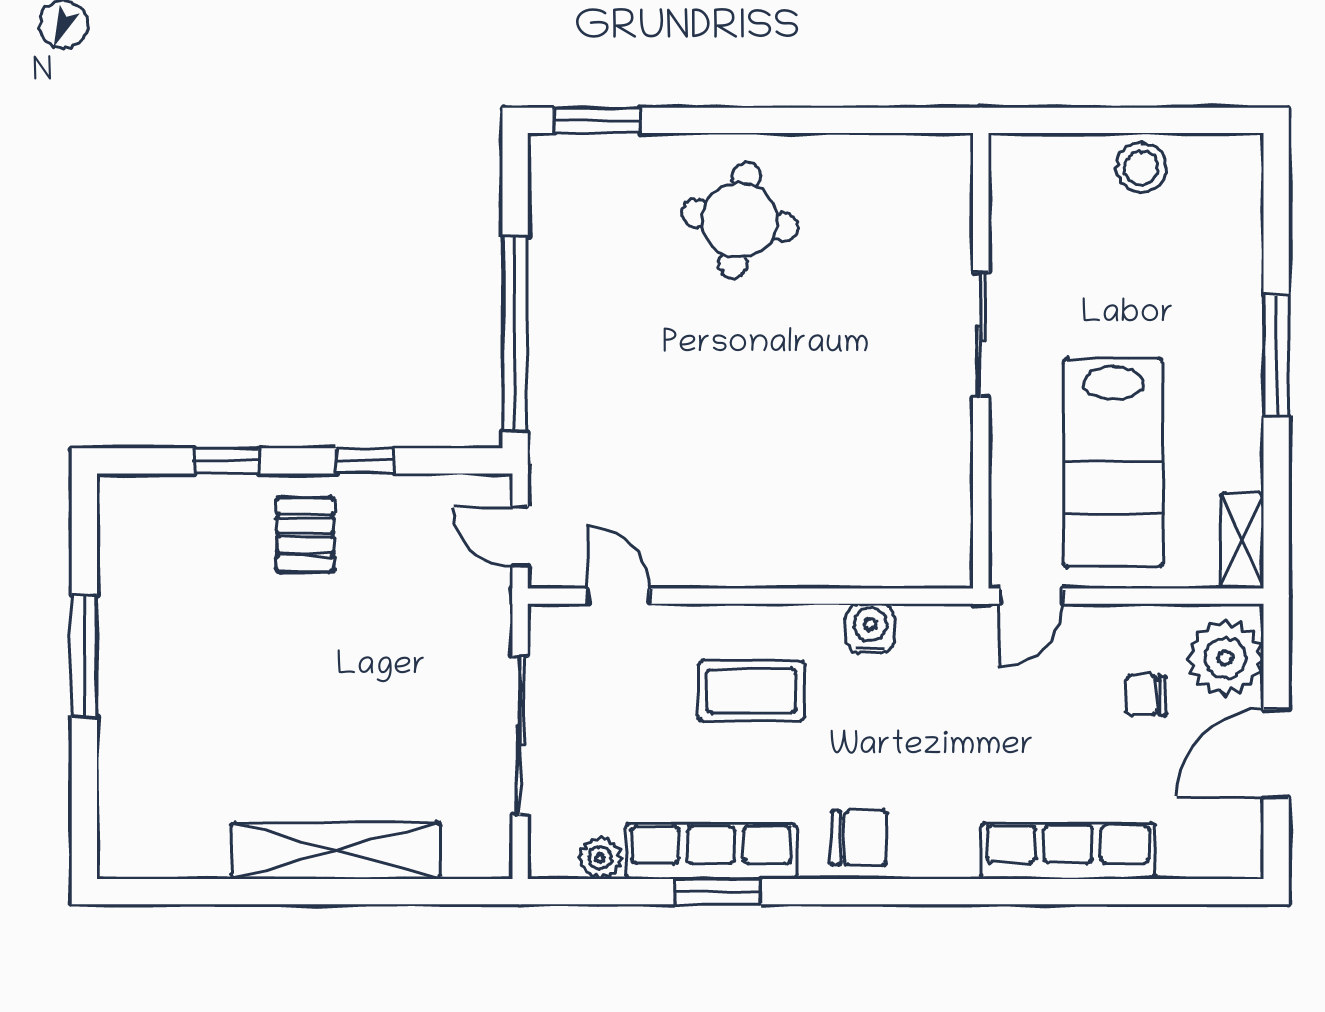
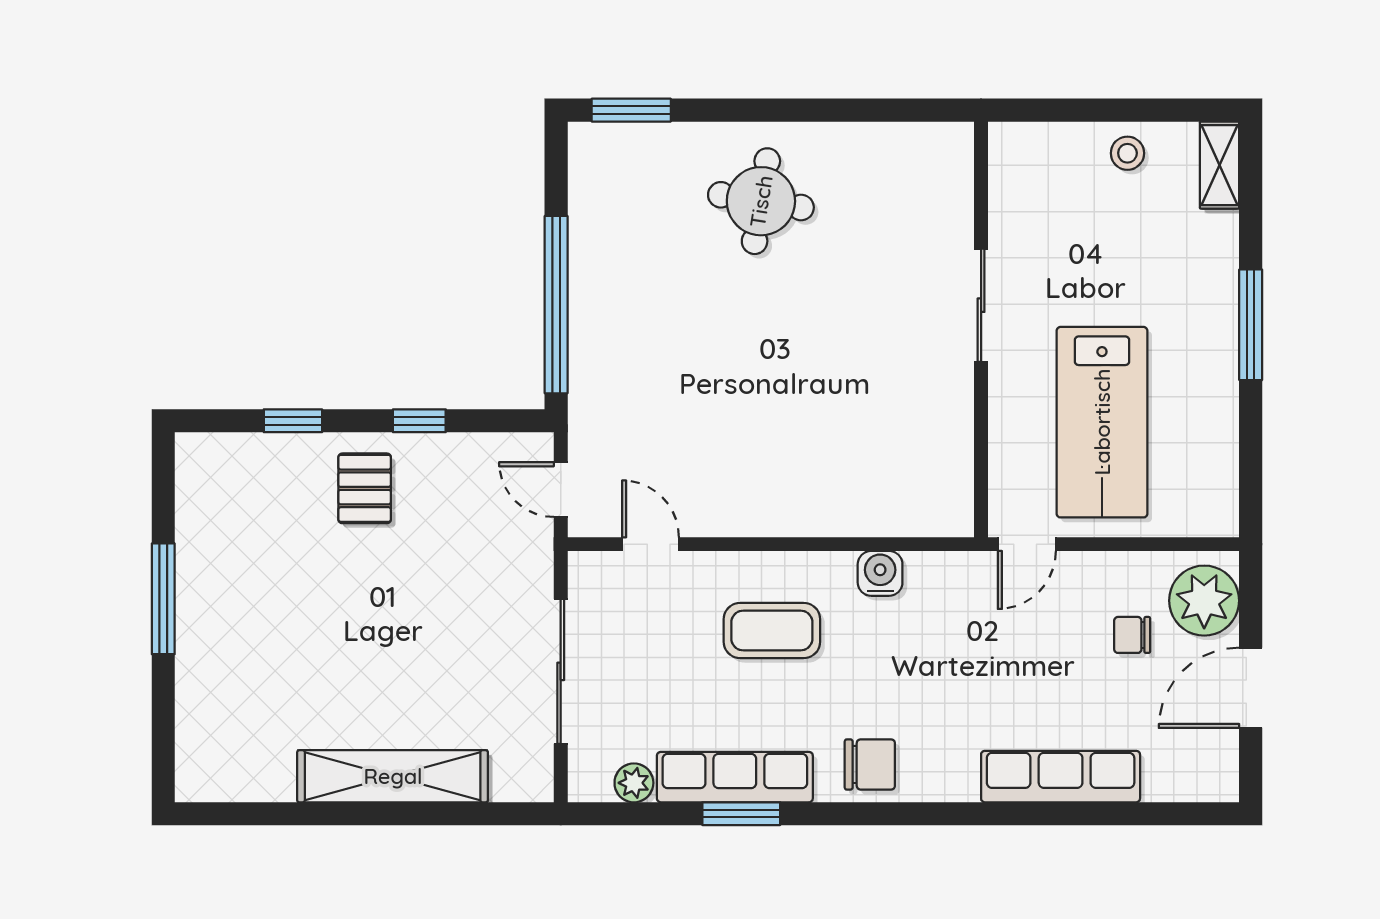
stool: (1141, 168) -> (1127, 153), width x0.73, depth x0.73
shelving: (1242, 541) -> (1220, 165), moved

